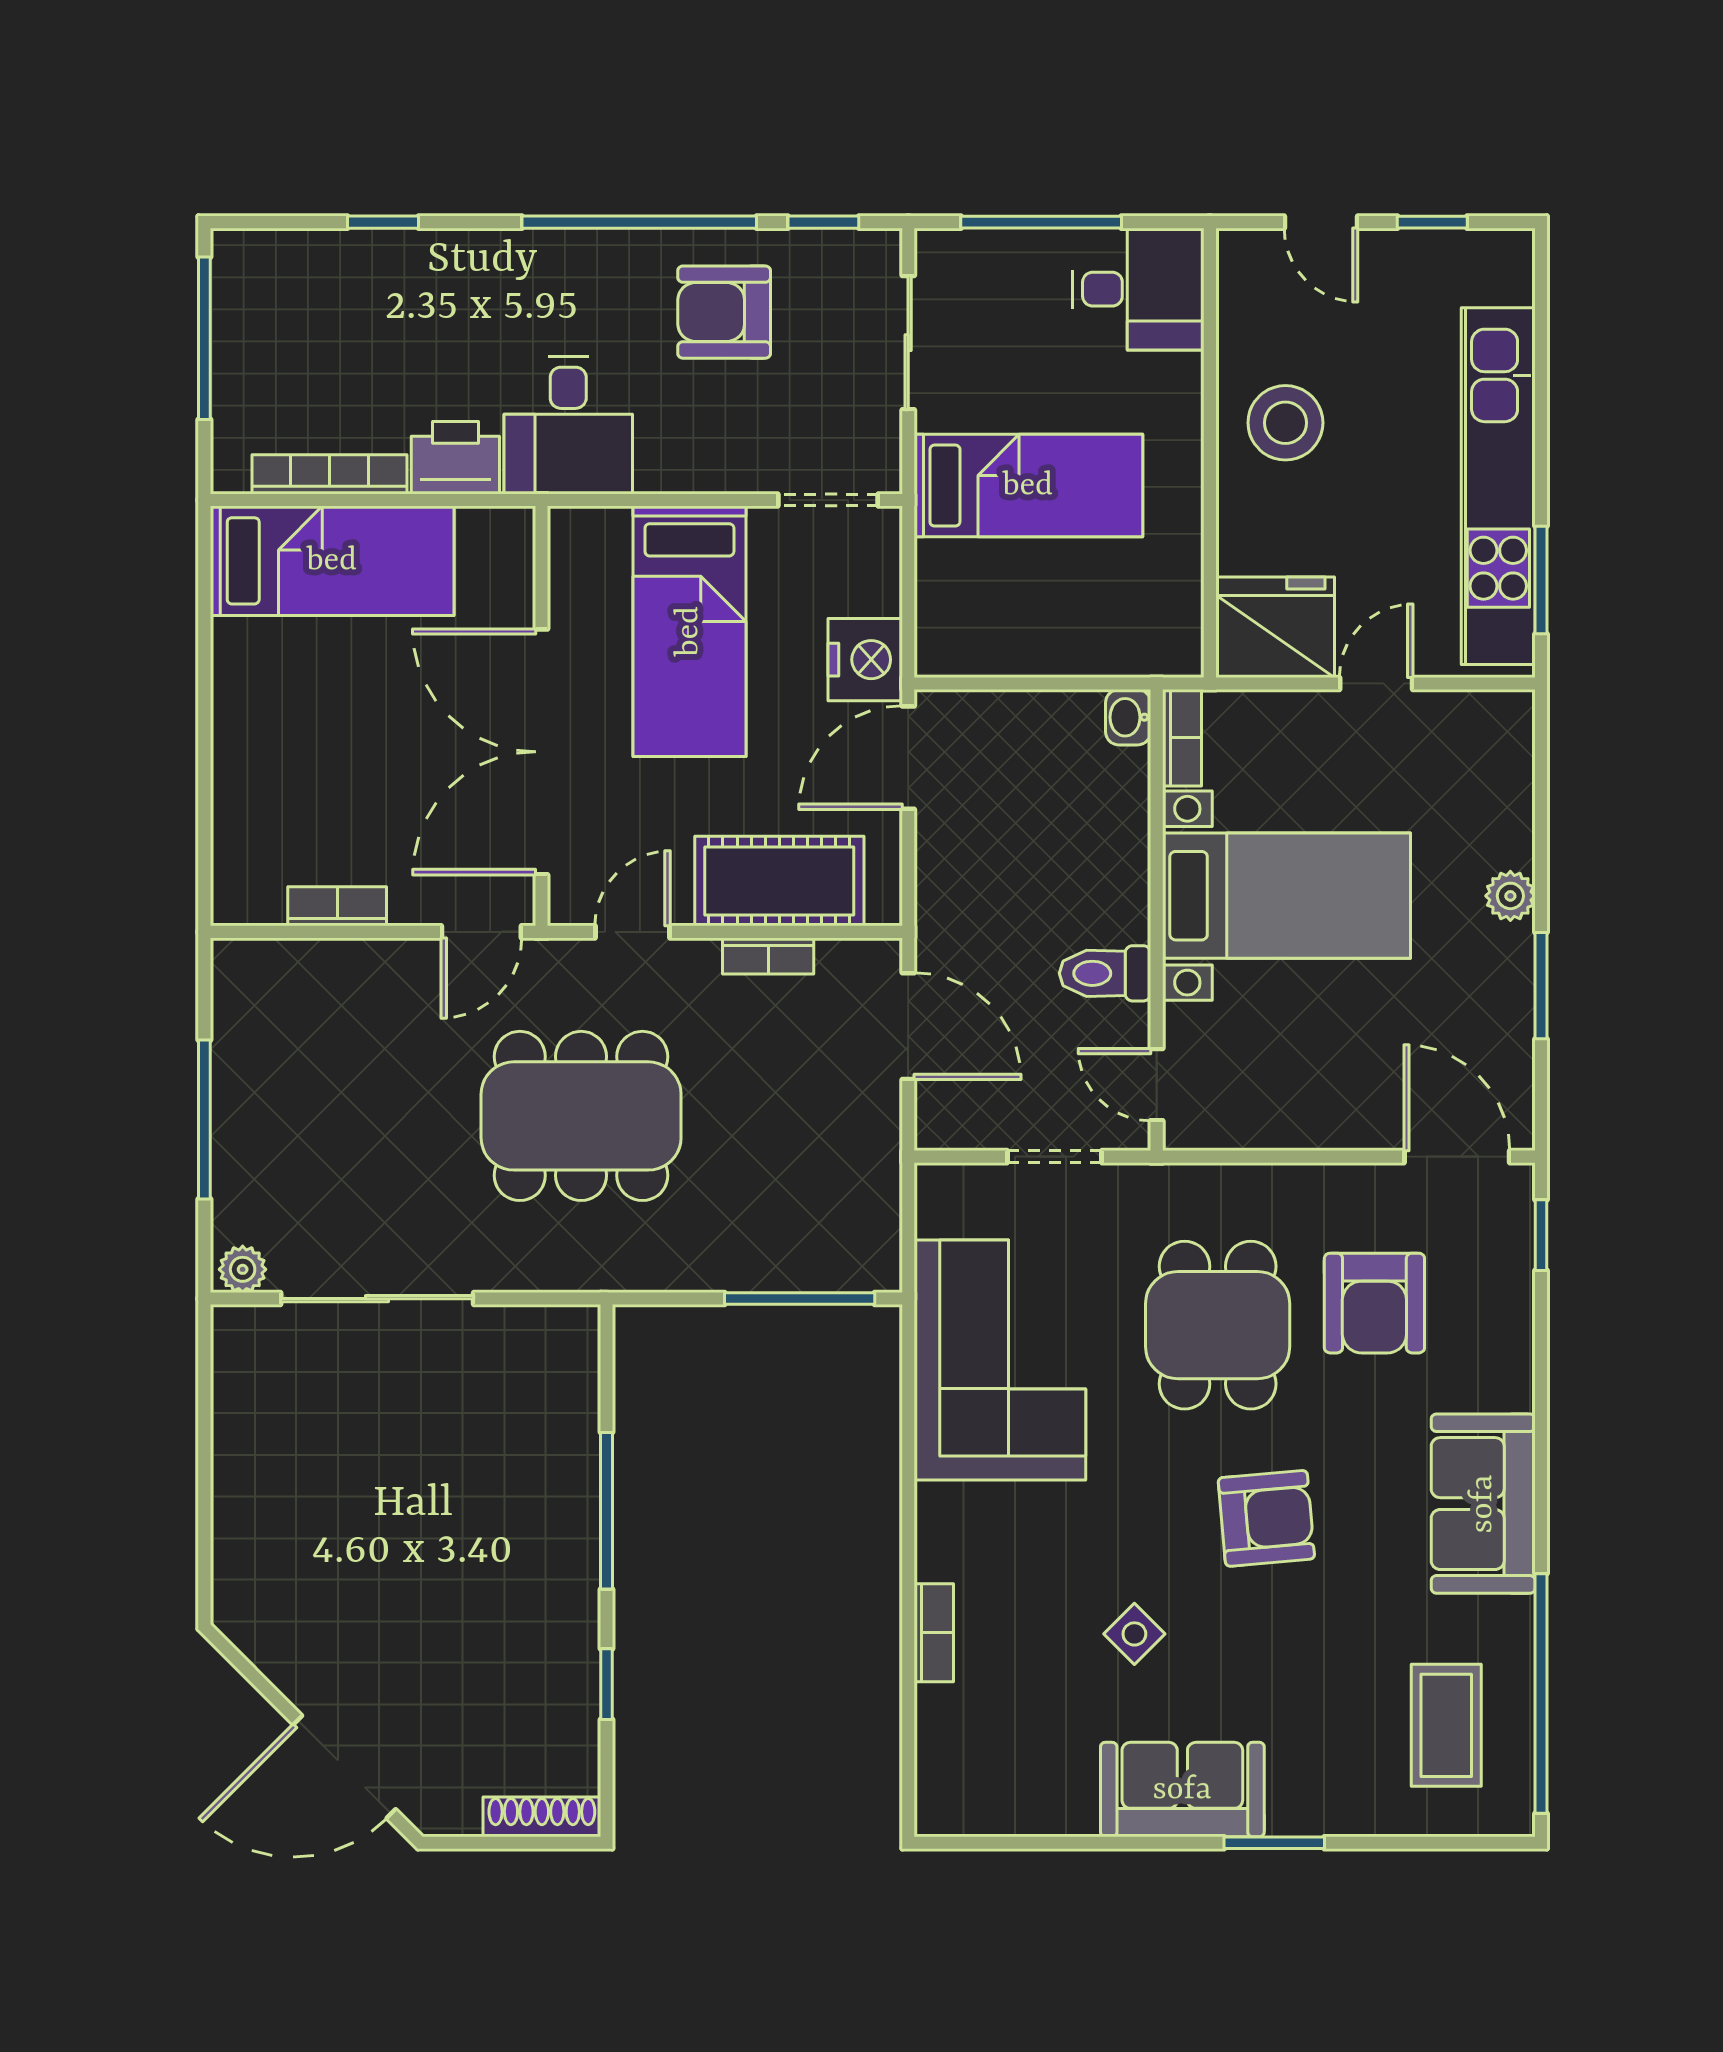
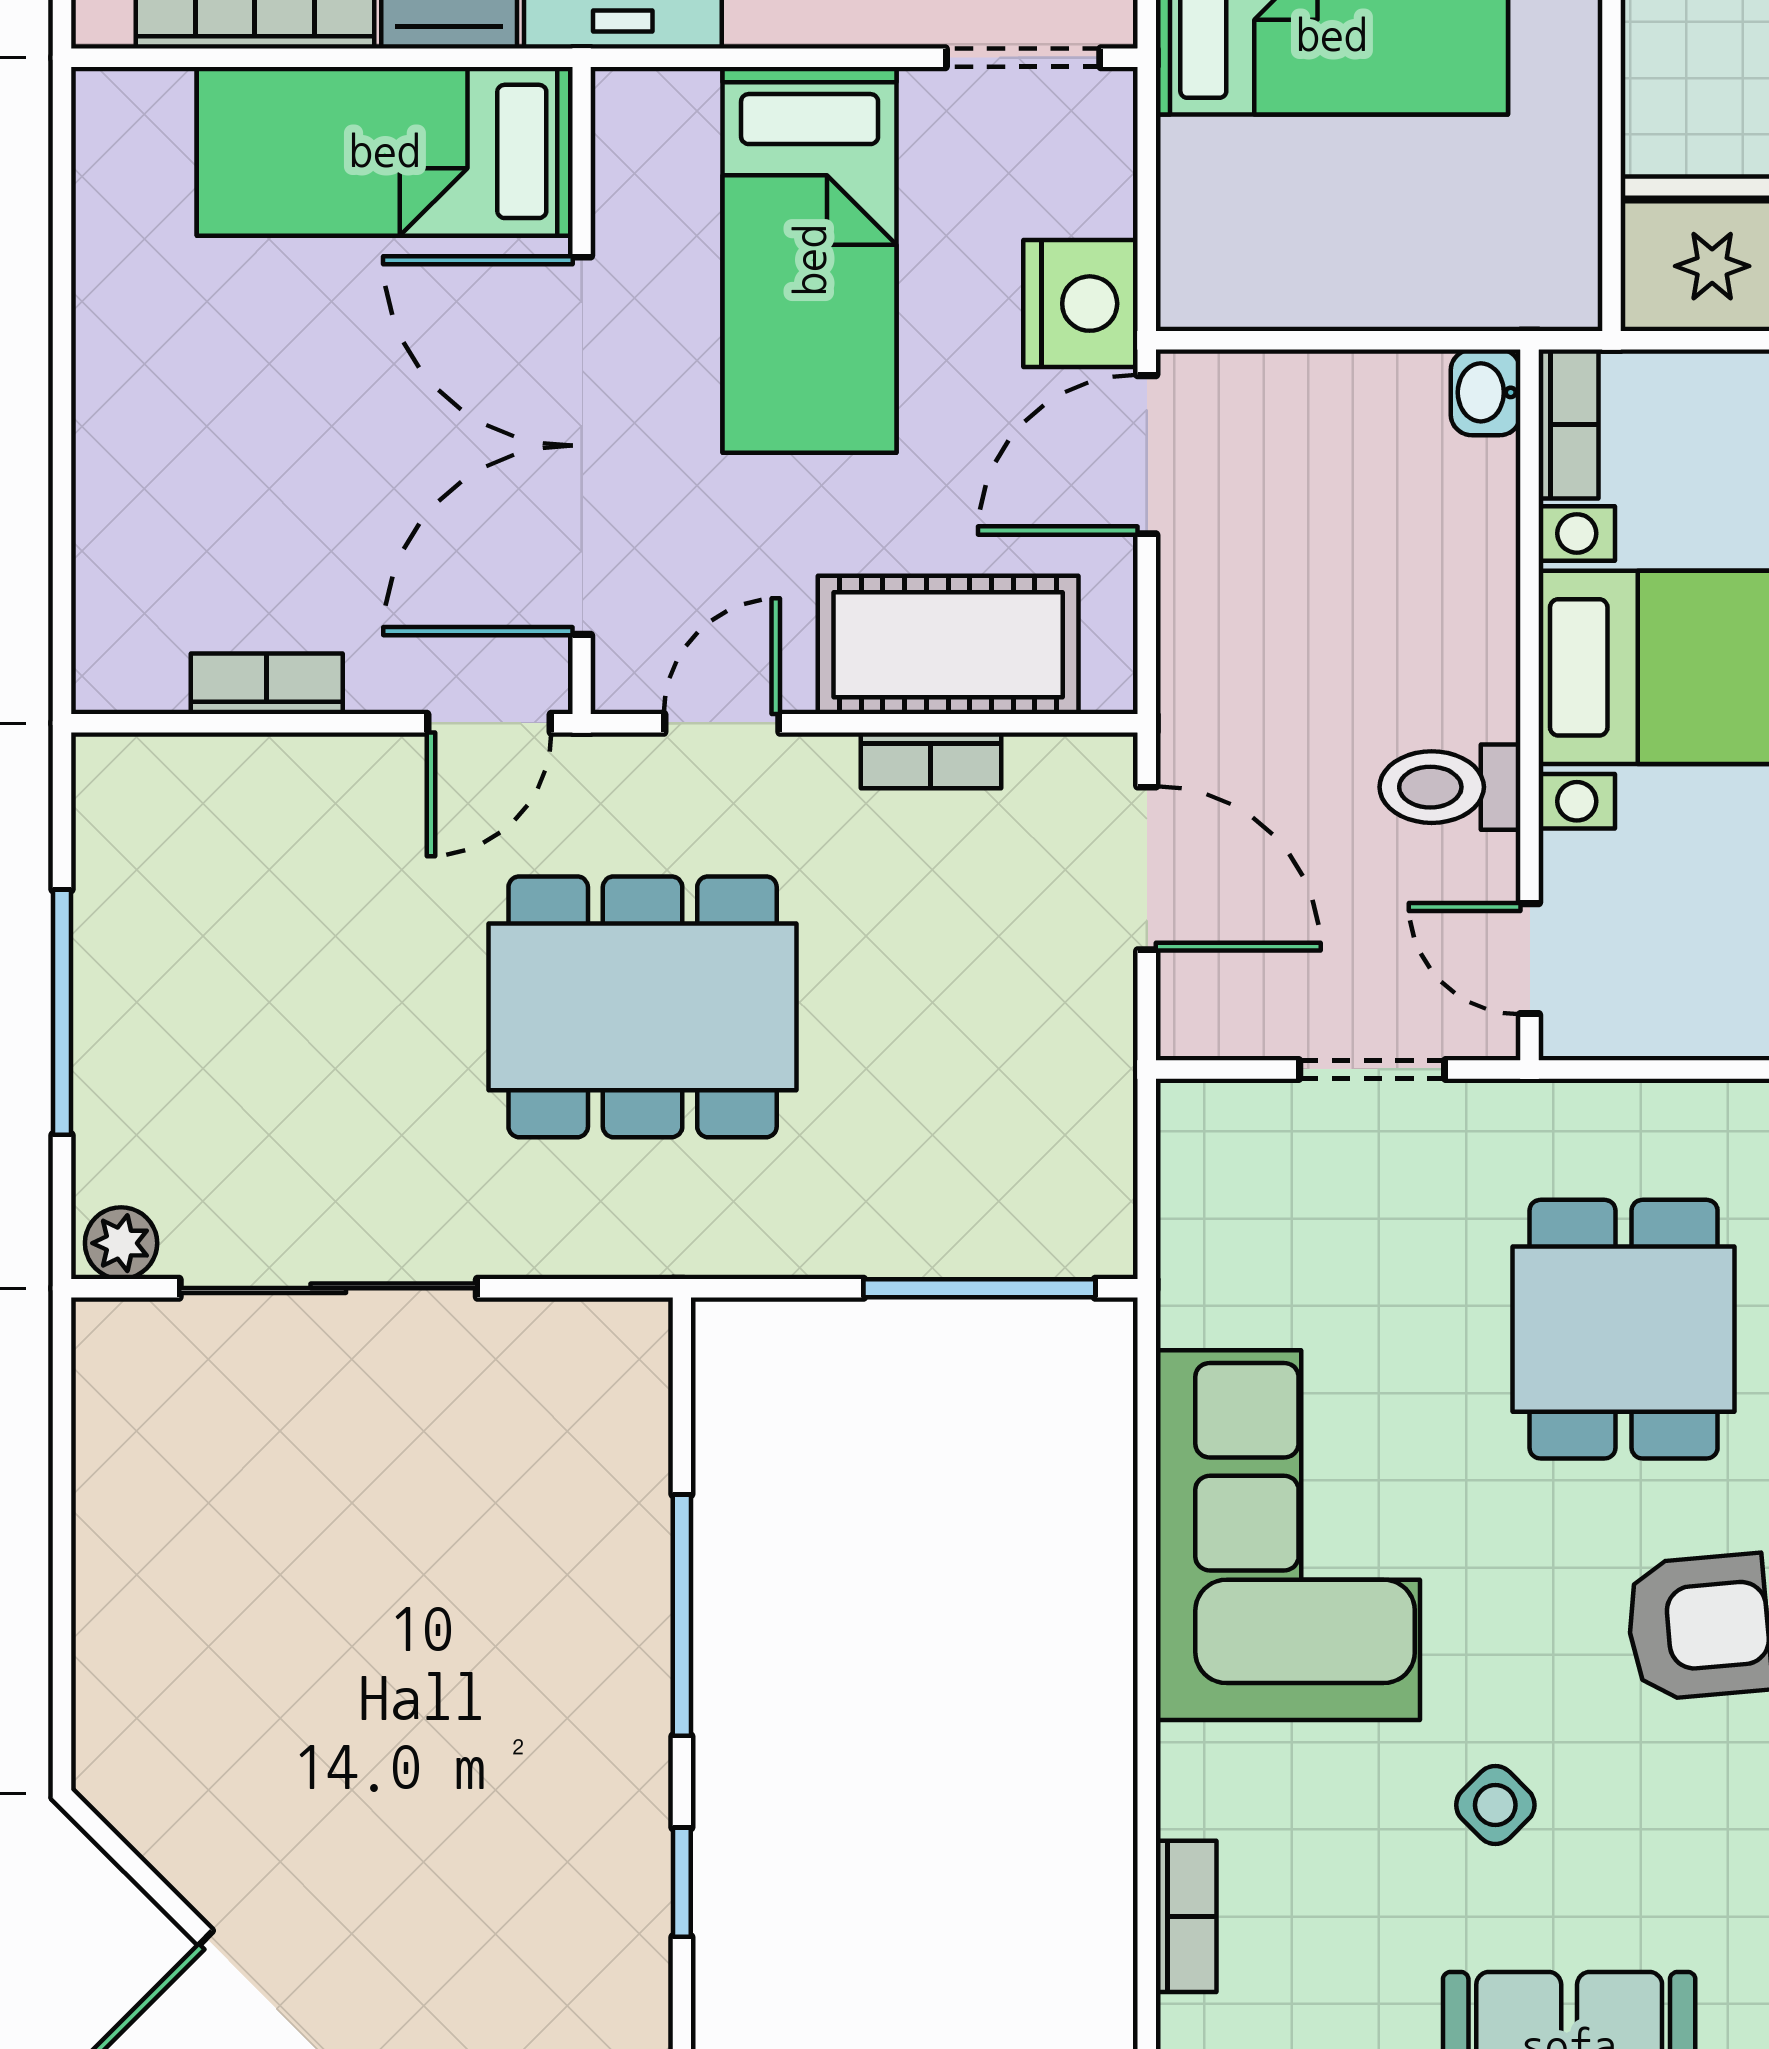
bed: (332, 561) -> (385, 151), moved, turned 180
corner sofa: (1000, 1360) -> (1288, 1535), moved
bookcase: (934, 1633) -> (1186, 1916), moved

